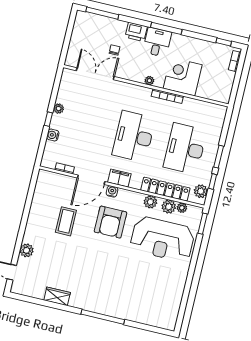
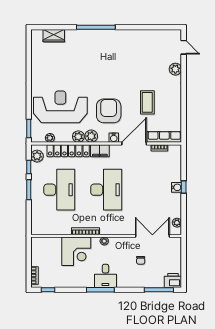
printer: (136, 32) -> (173, 280), moved
double door: (95, 74) -> (152, 236), swing flipped
plant: (59, 109) -> (177, 223), moved
water cooler: (53, 135) -> (176, 187), moved
filing cabinet: (119, 178) -> (100, 151), moved
row of seats: (56, 179) -> (164, 137), added
plant: (169, 207) -> (91, 136), moved
wardrobe: (57, 296) -> (54, 36), moved

